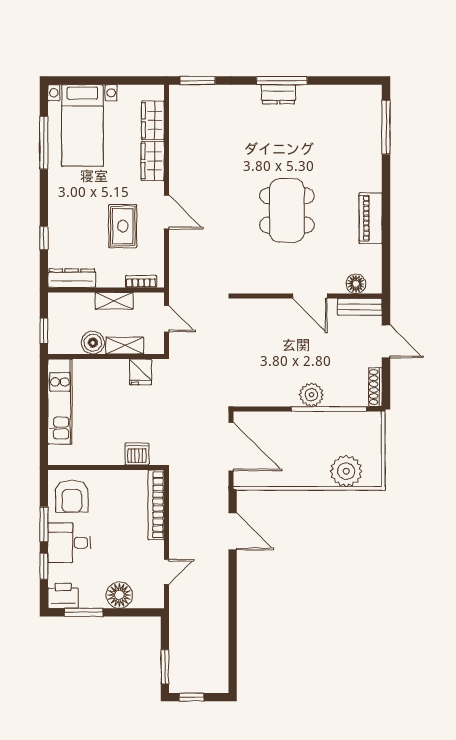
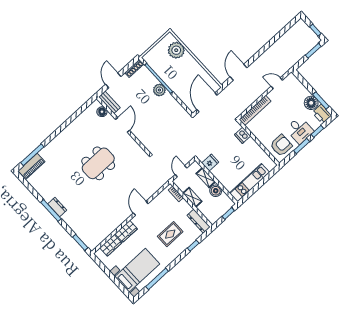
piano: (371, 218) -> (32, 166), moved
rug: (123, 226) -> (170, 234), moved
floor lamp: (119, 595) -> (311, 103), moved

